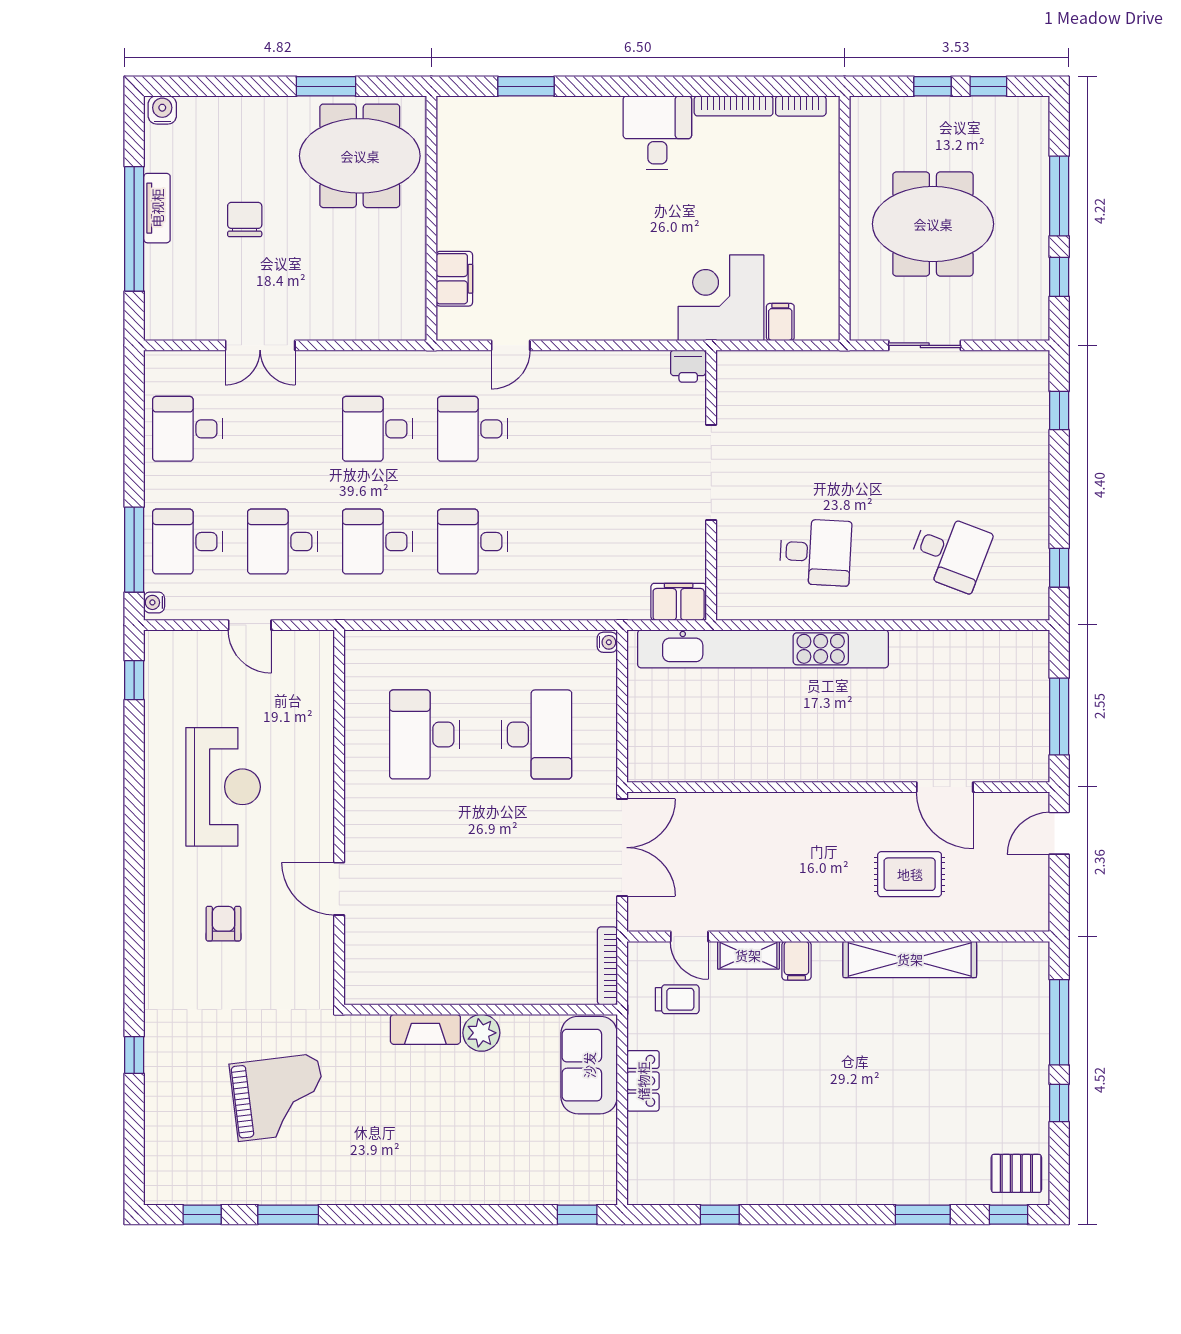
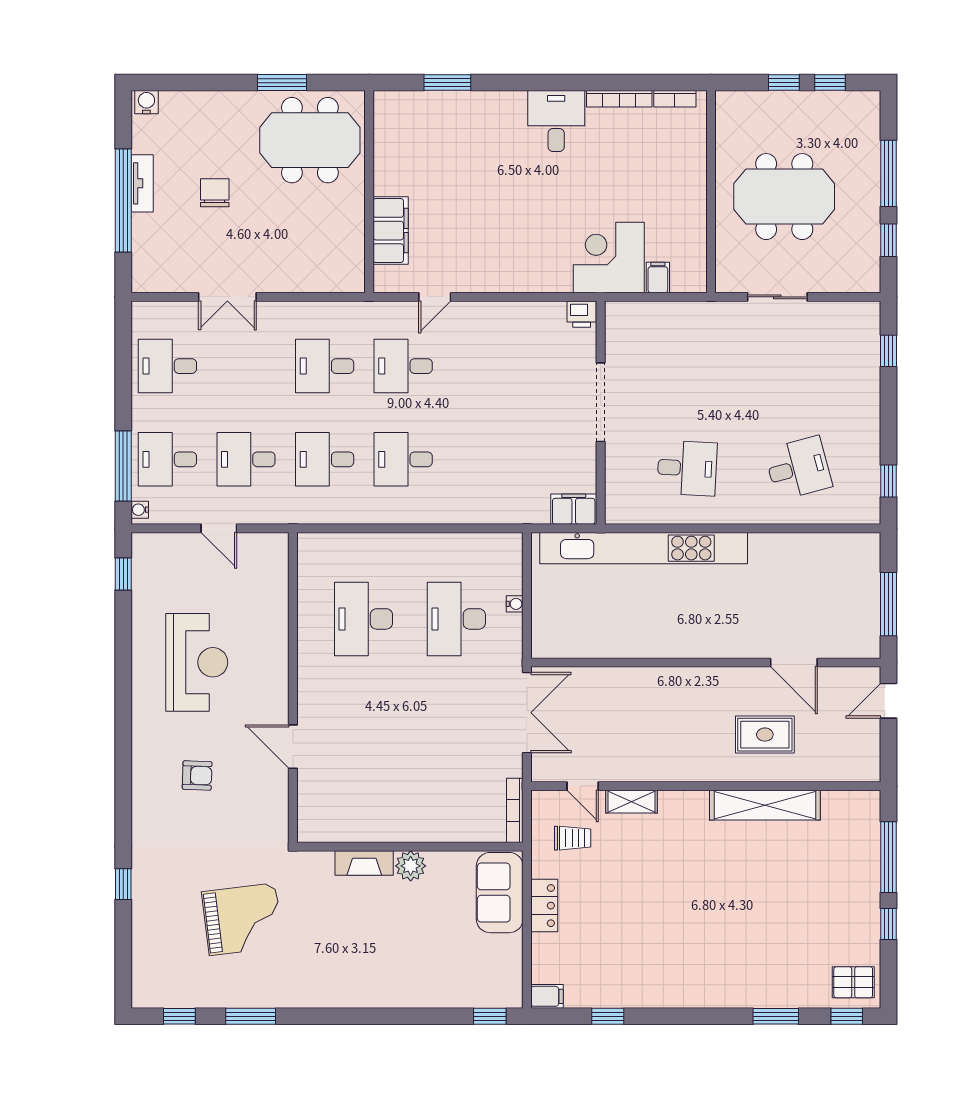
filing cabinet: (454, 279) -> (391, 231), width x1.50, depth x1.17
desk: (950, 552) -> (798, 468), turned -36
water cooler: (607, 642) -> (515, 604), moved
desk: (537, 734) -> (456, 619), turned 180
armchair: (223, 924) -> (197, 775), turned 92
filing cabinet: (796, 961) -> (547, 996), moved, turned -90

